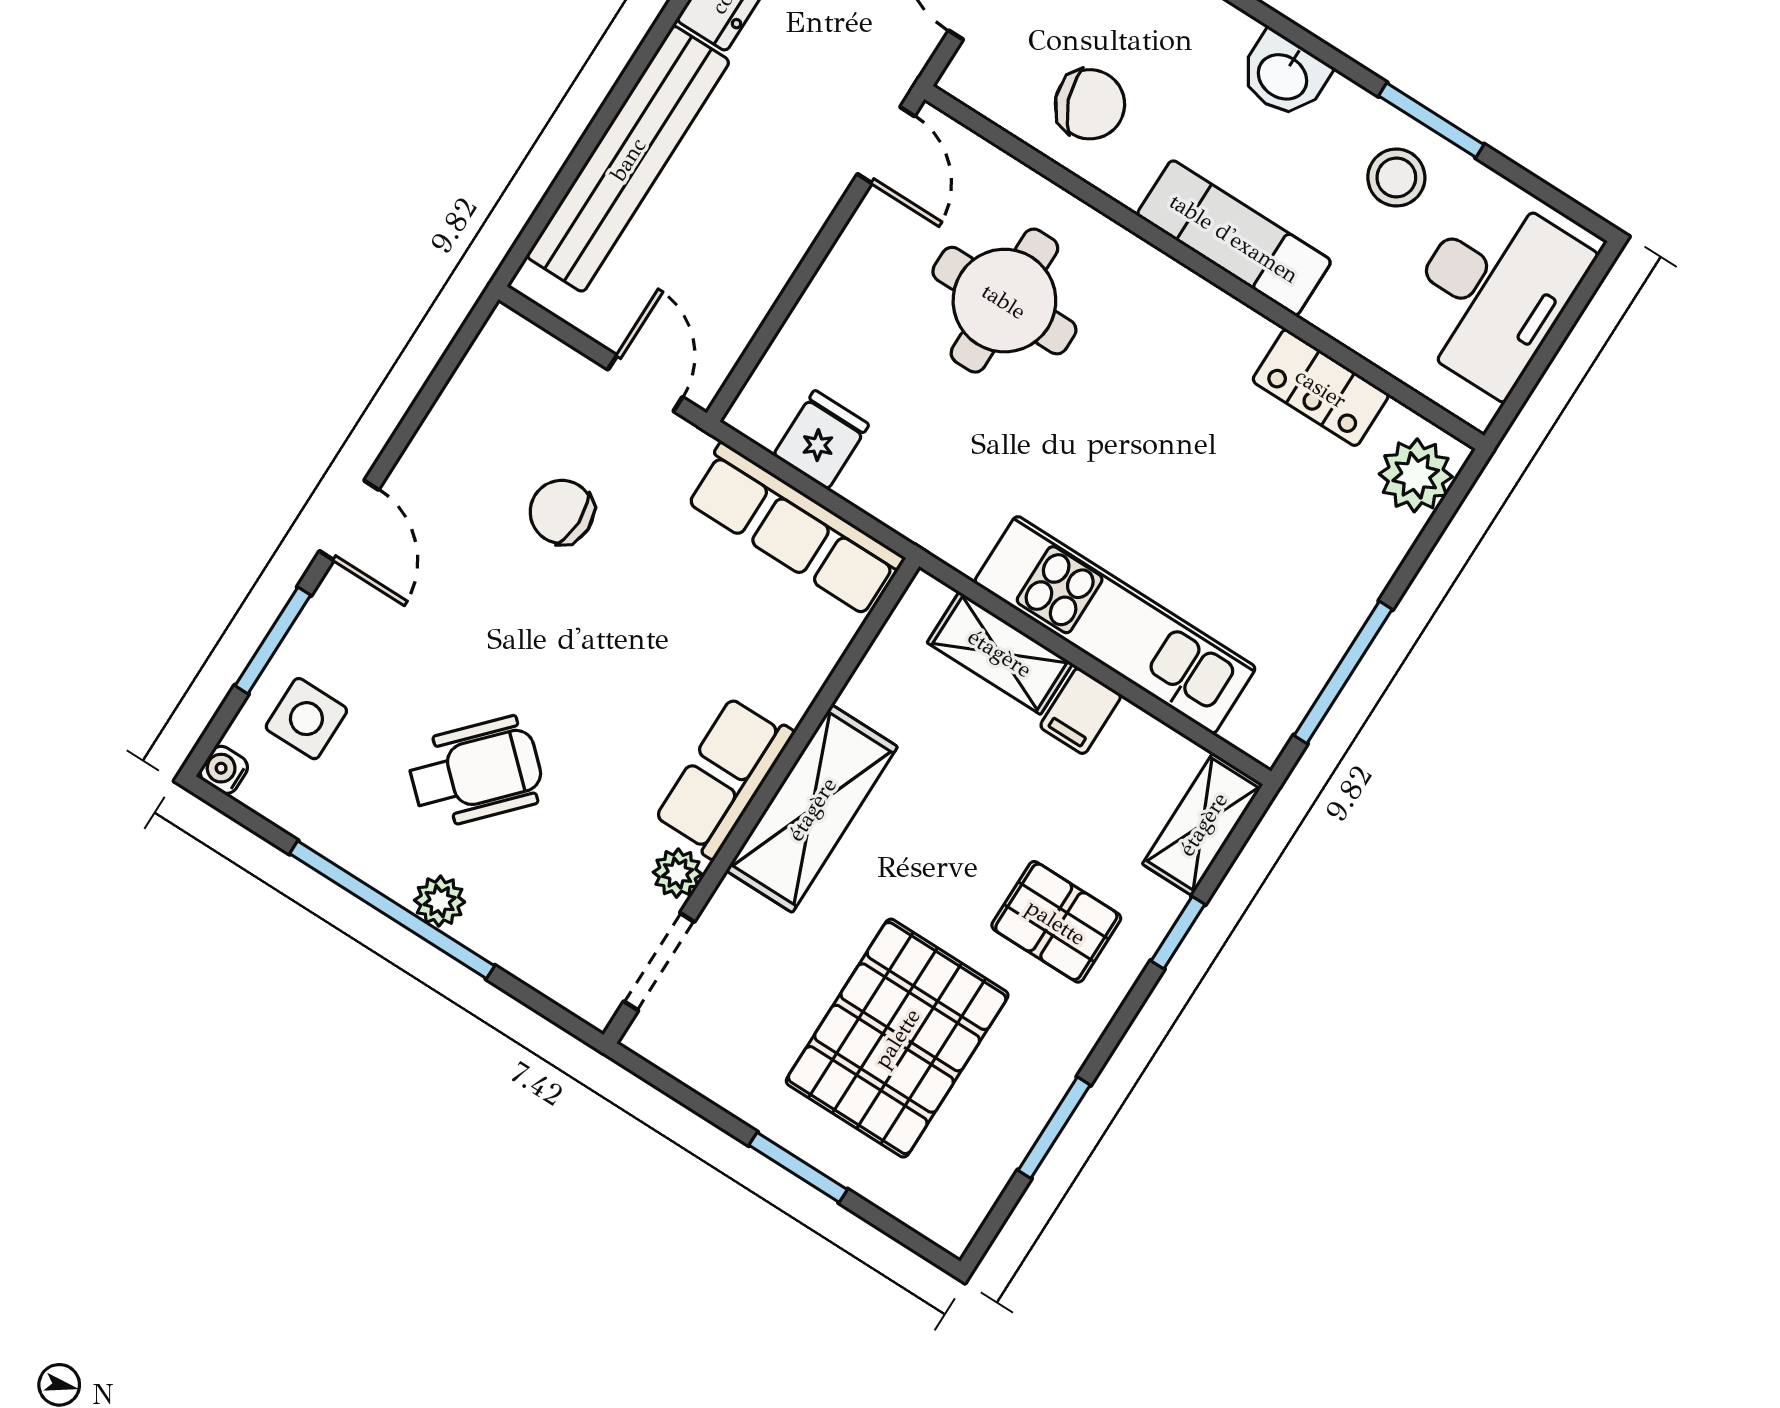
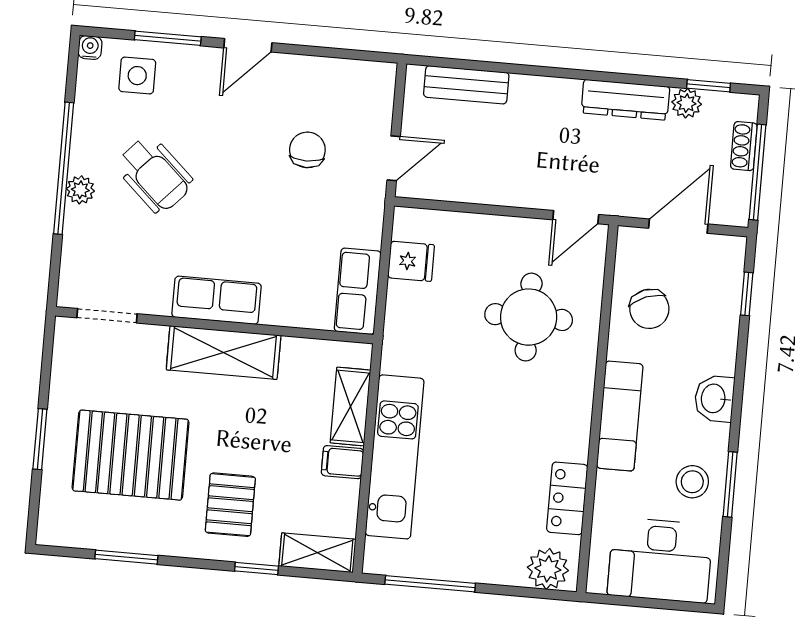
bench: (628, 159) -> (466, 85), width x0.54, depth x0.82
row of seats: (795, 529) -> (358, 291), width x0.68
plant: (677, 873) -> (156, 302), removed

